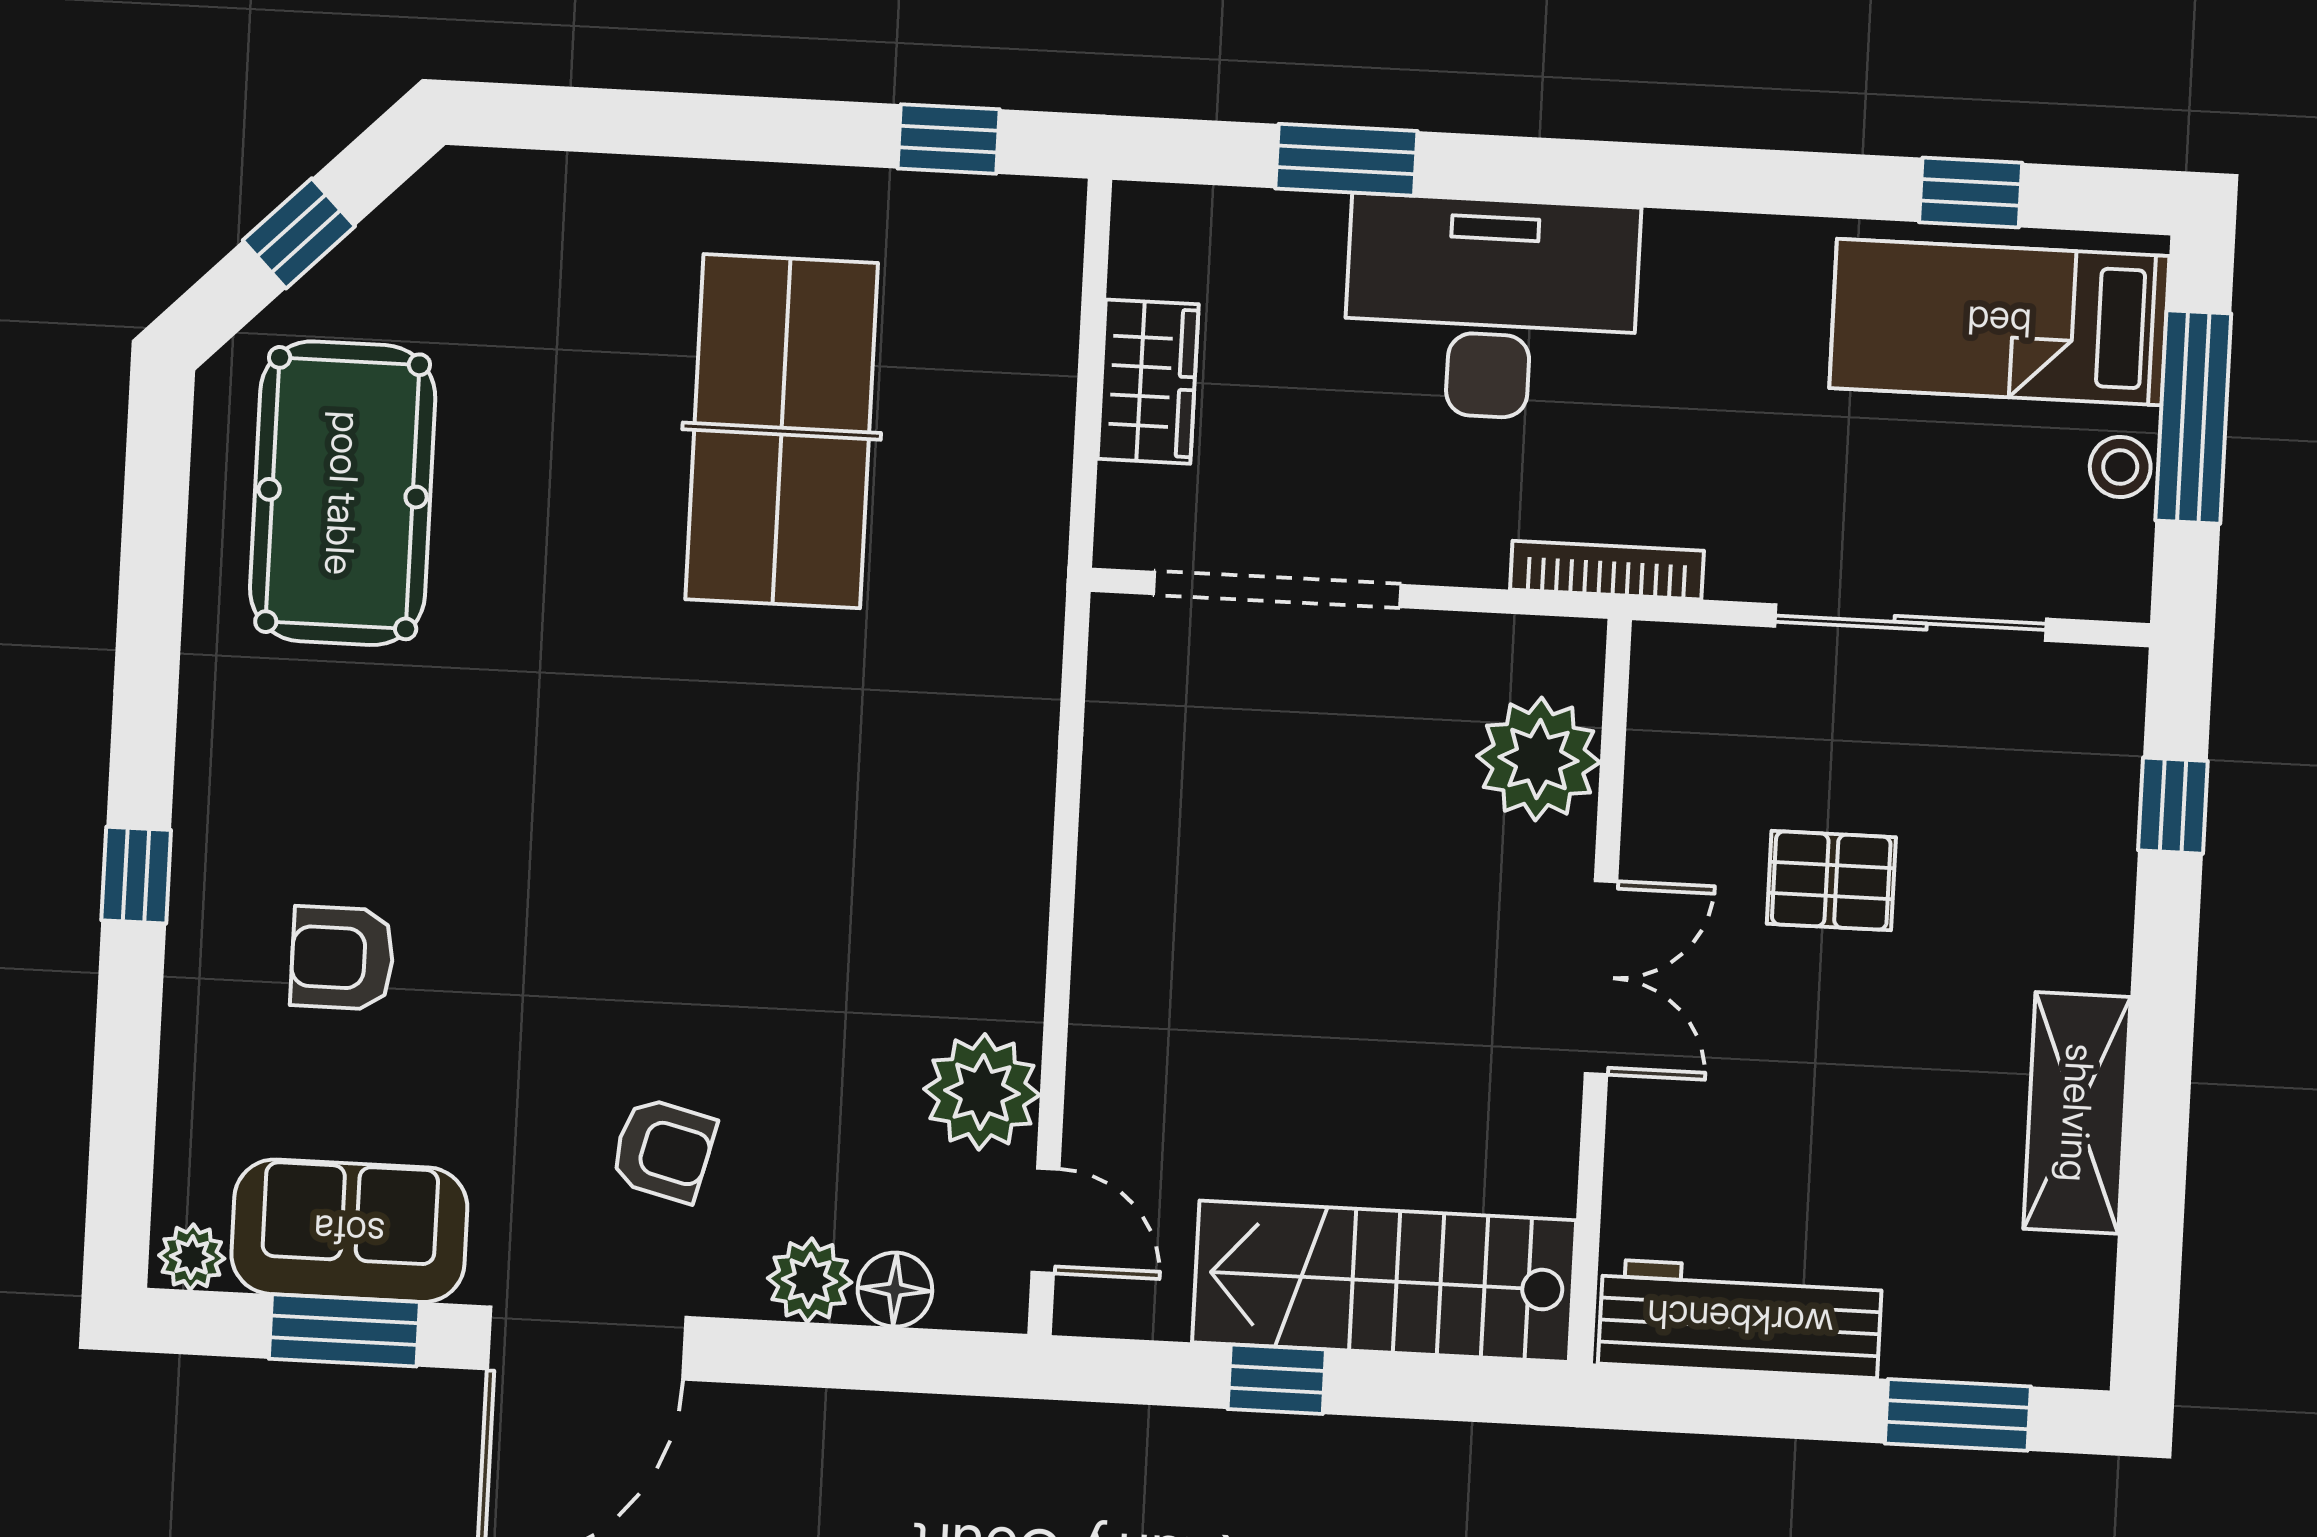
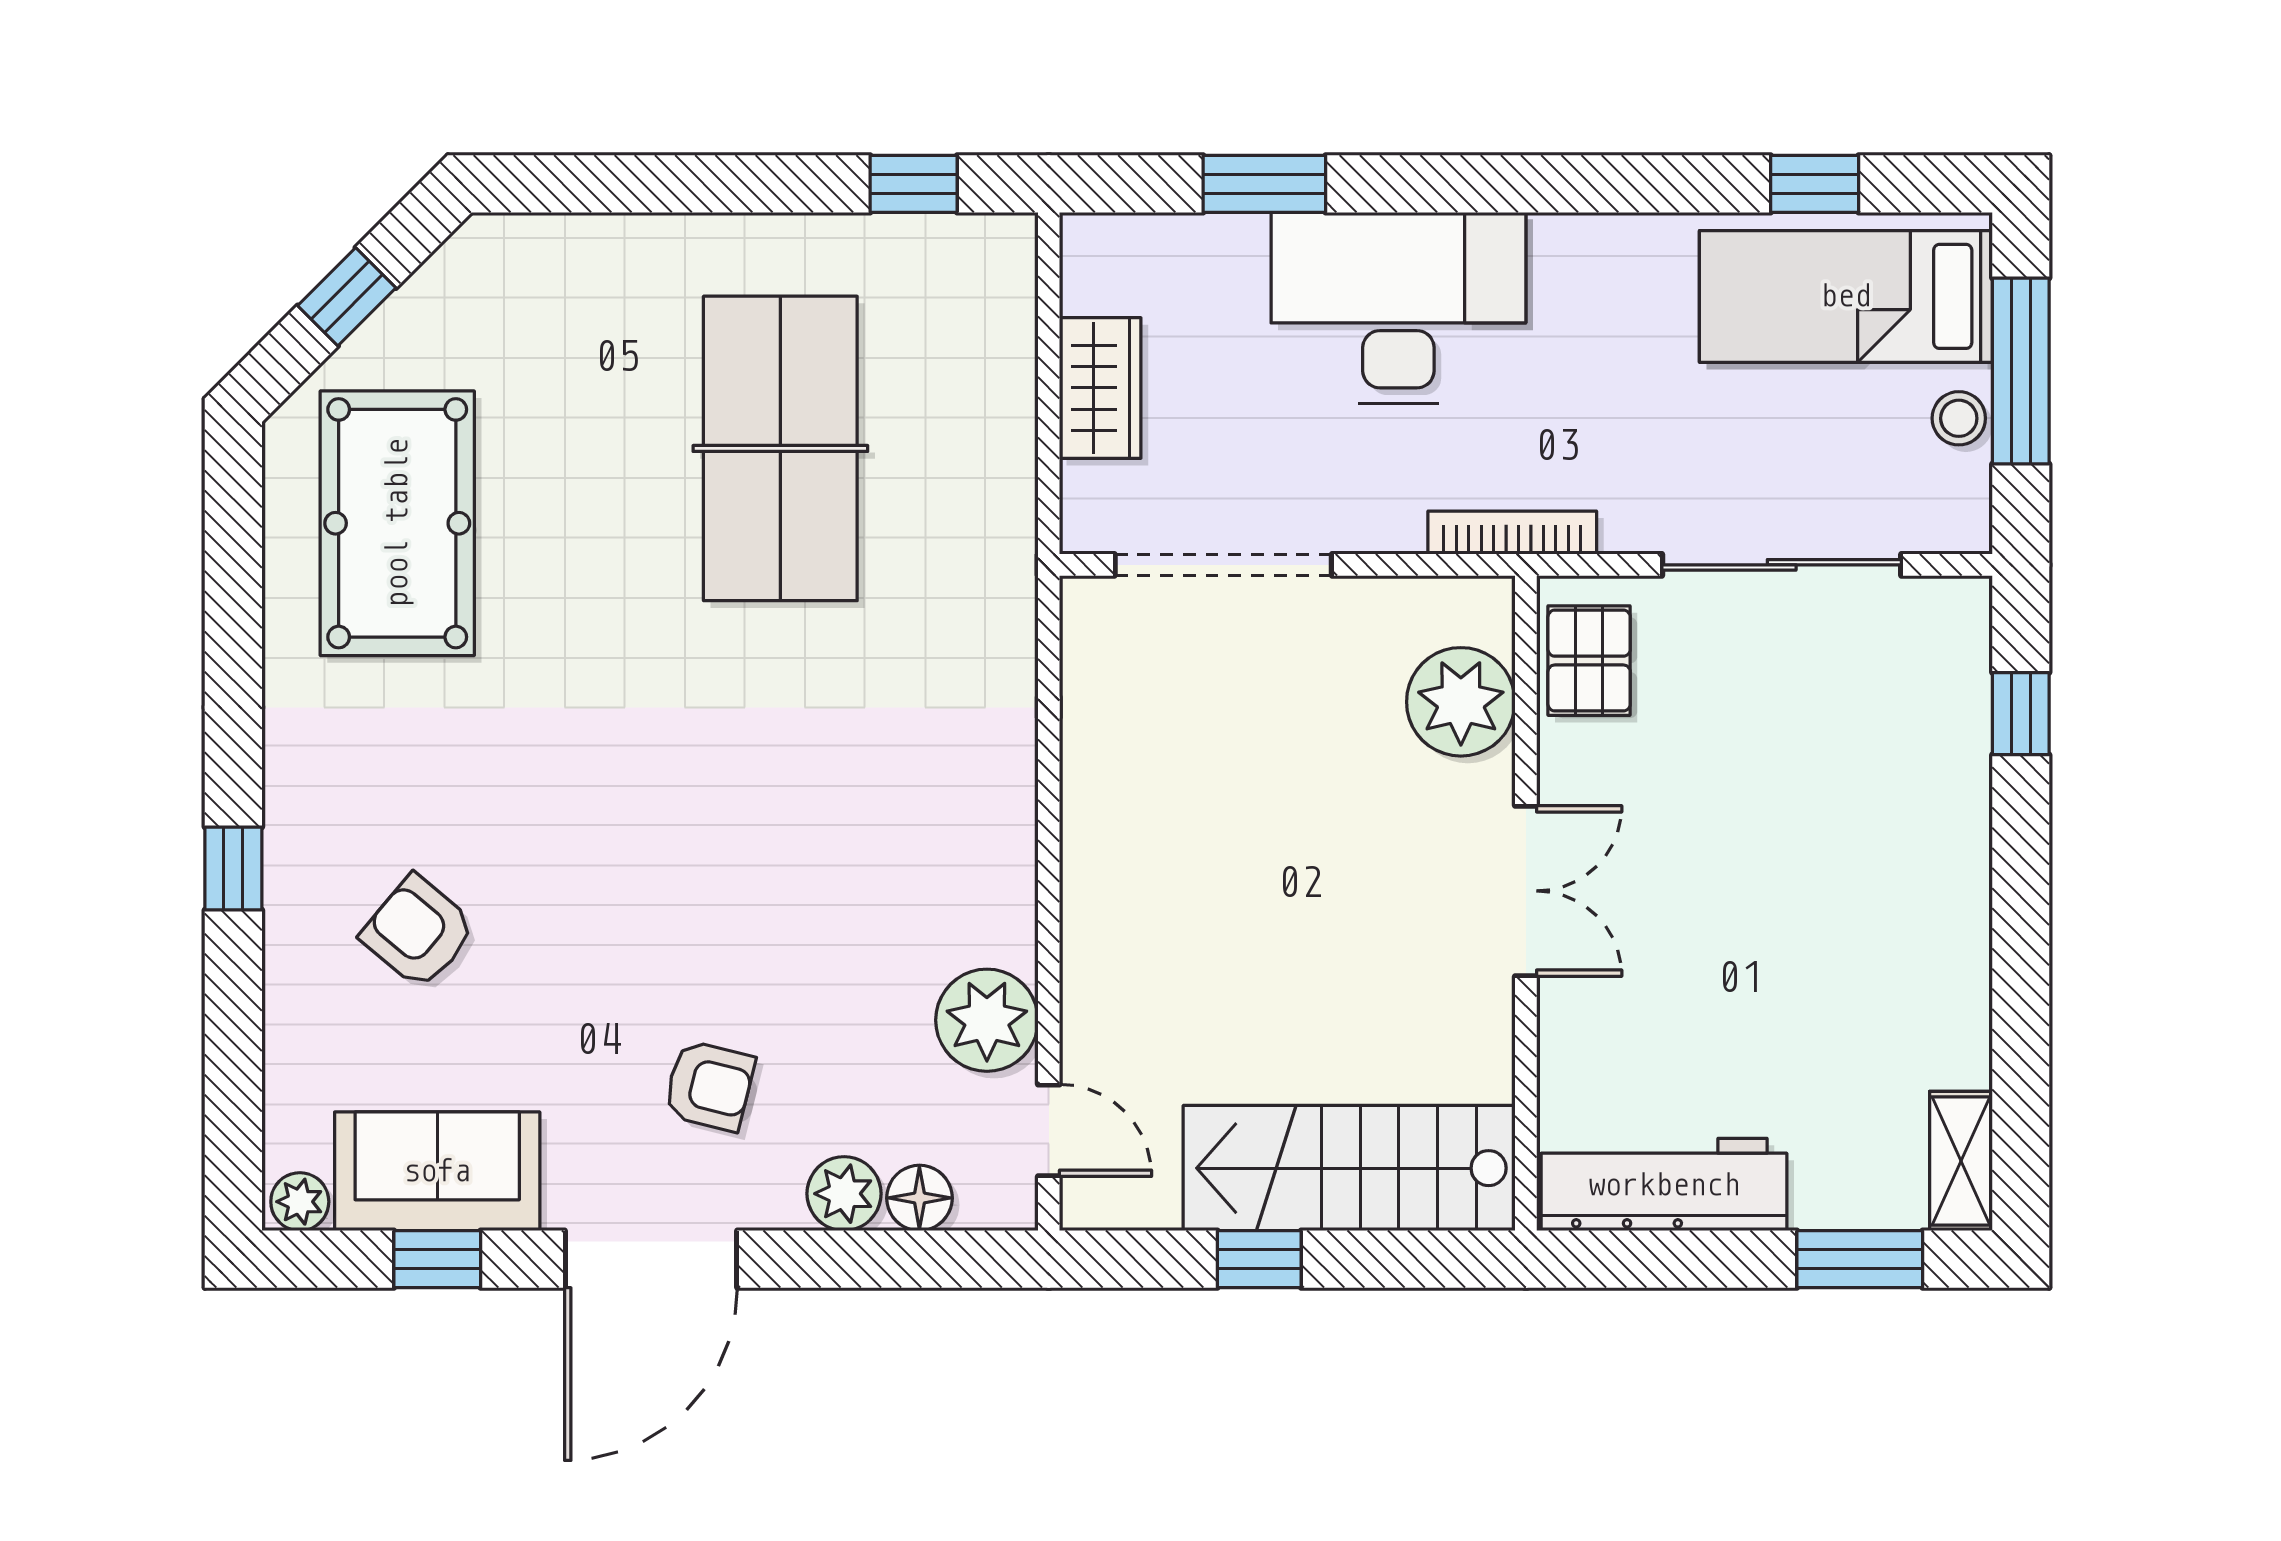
pallet: (1831, 881) -> (1589, 661), moved, turned 90
armchair: (342, 958) -> (418, 932), turned 40
shelving: (2077, 1113) -> (1961, 1161), moved, width x0.67, depth x0.75
window: (344, 1330) -> (437, 1259), width x0.67

